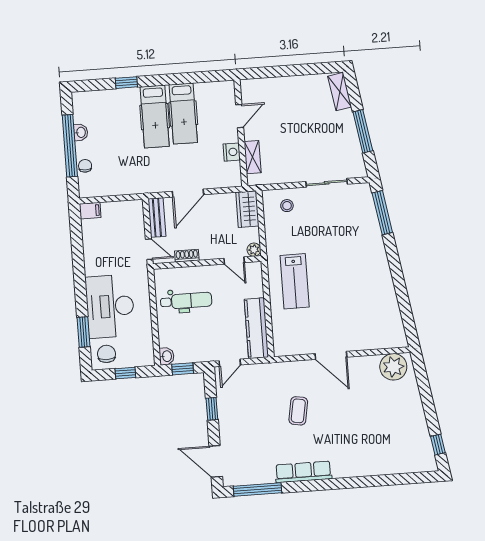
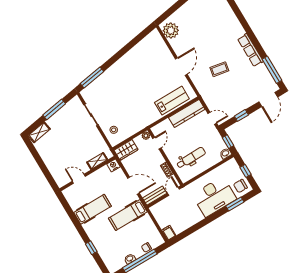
hospital bed: (155, 117) -> (128, 215), moved, turned 180
nightstand: (232, 152) -> (113, 165), moved
lab bench: (295, 281) -> (172, 101), moved
dental chair: (186, 301) -> (191, 158), turned 89

